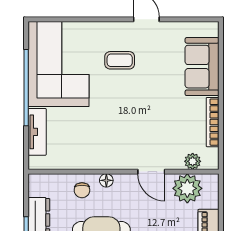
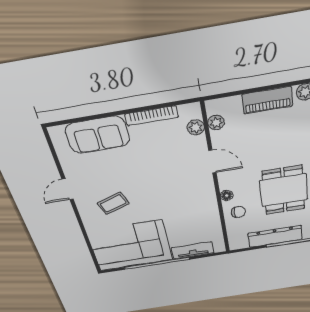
coffee table: (120, 60) -> (113, 203), turned 71
door: (151, 172) -> (212, 161), hinge flipped
plant: (187, 188) -> (216, 123), width x0.53, depth x0.53

